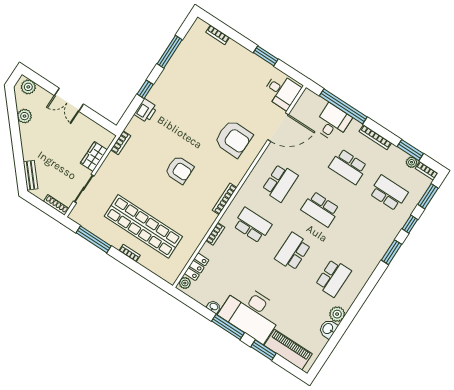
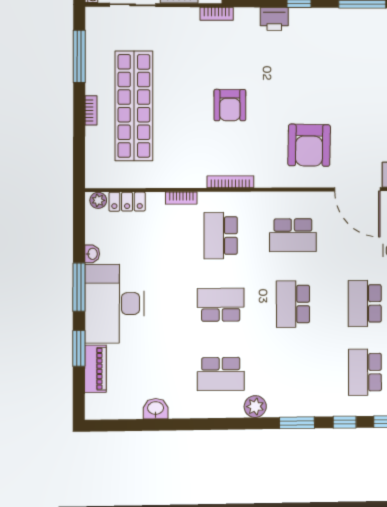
school desk: (389, 193) -> (365, 372), turned 180
school desk: (252, 225) -> (221, 236), turned 180
plant: (337, 314) -> (255, 407), moved
piano: (288, 350) -> (95, 369), width x0.73, depth x0.75

